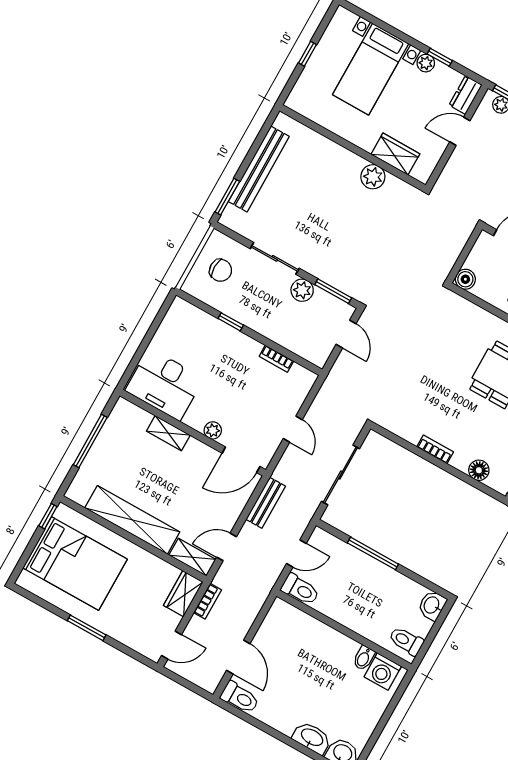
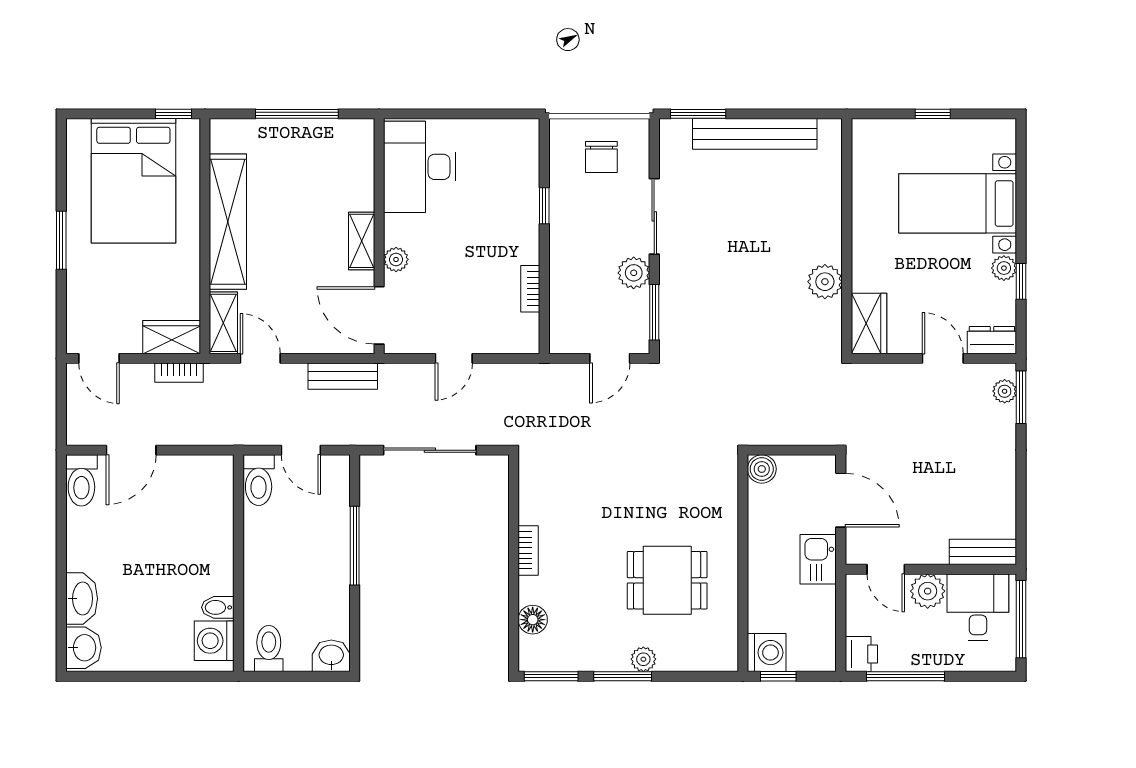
wardrobe: (395, 154) -> (869, 323), moved
shelving: (168, 433) -> (362, 241), moved

